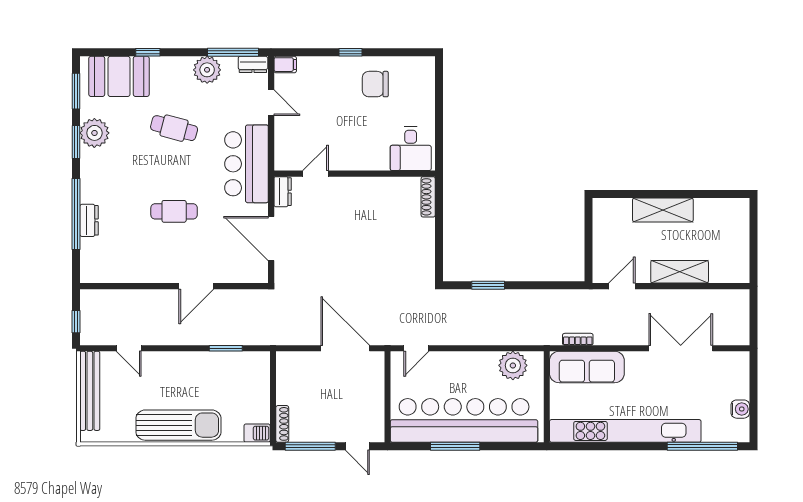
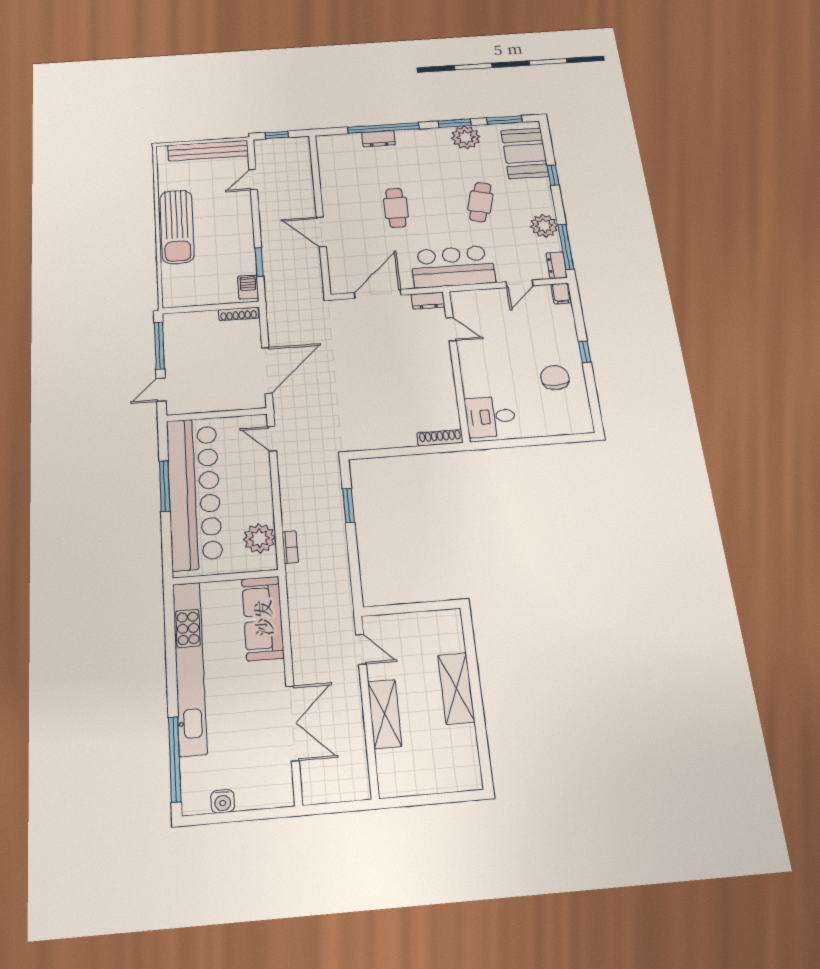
bookcase: (578, 339) -> (290, 547), moved
shoe rack: (282, 424) -> (239, 314), moved
barbecue: (257, 433) -> (248, 287), moved, turned 180

